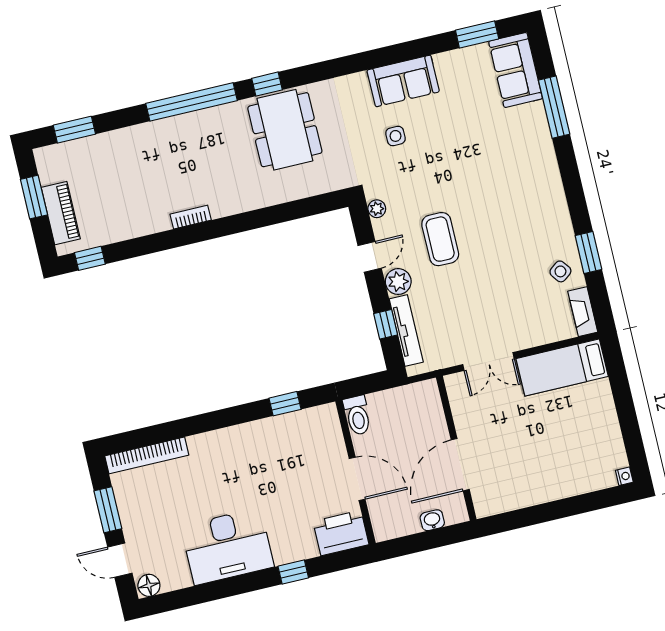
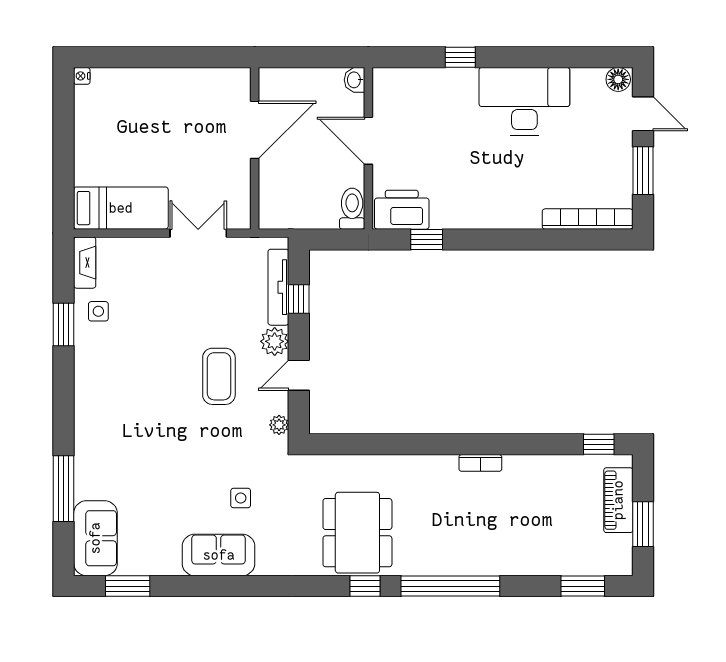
side table: (560, 271) -> (98, 311), turned 37
washbasin: (432, 520) -> (355, 80), moved, turned 90
printer: (341, 533) -> (402, 210), moved, turned 180

